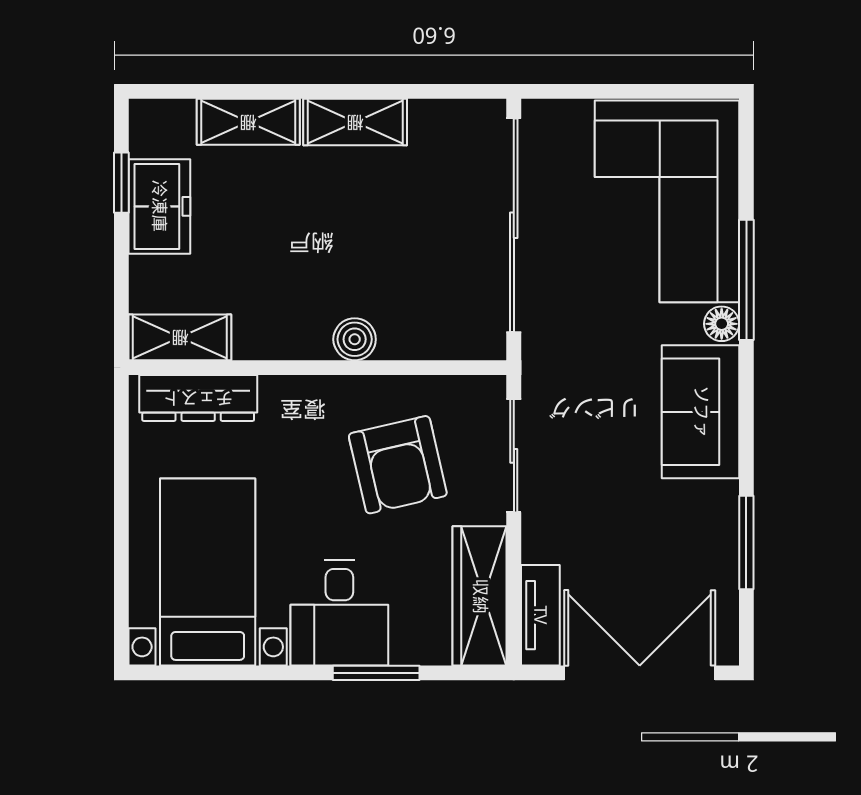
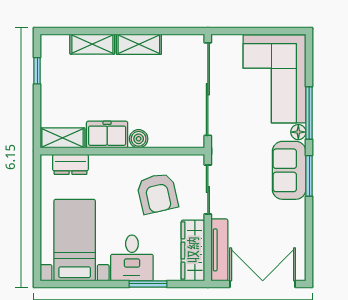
freezer: (159, 206) -> (107, 135), moved, turned -90
dresser: (198, 398) -> (70, 164), width x0.70
window: (746, 543) -> (309, 176), moved
tv unit: (540, 615) -> (219, 250), width x1.41

